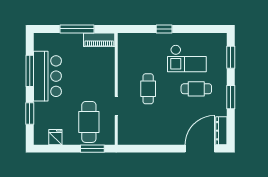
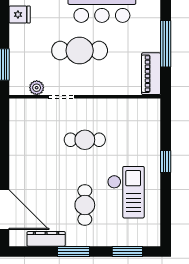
checkout: (187, 58) -> (126, 192), turned 180
cafe table: (89, 122) -> (80, 51), moved
plant: (110, 124) -> (37, 88), added
dresser: (221, 131) -> (46, 239), moved

